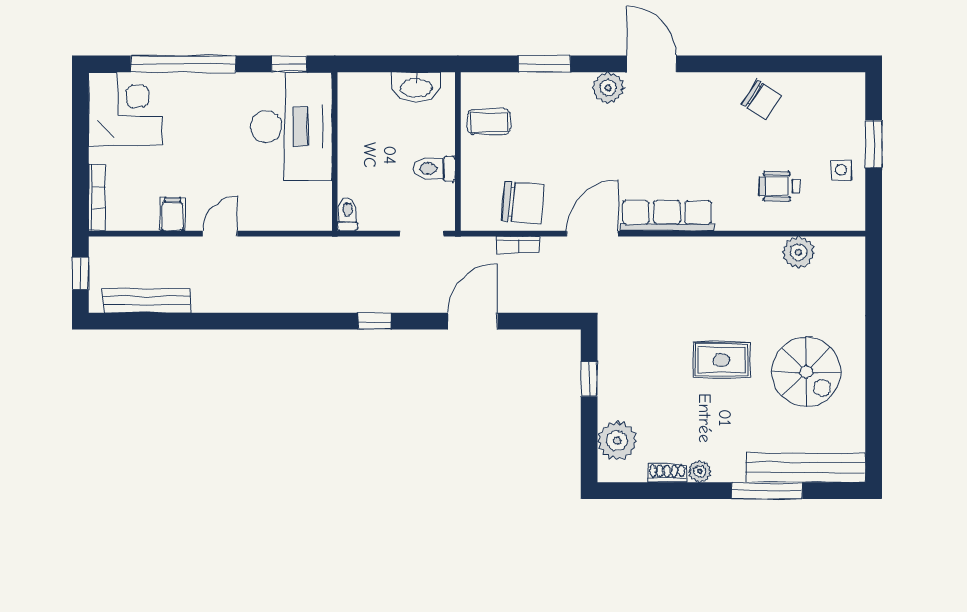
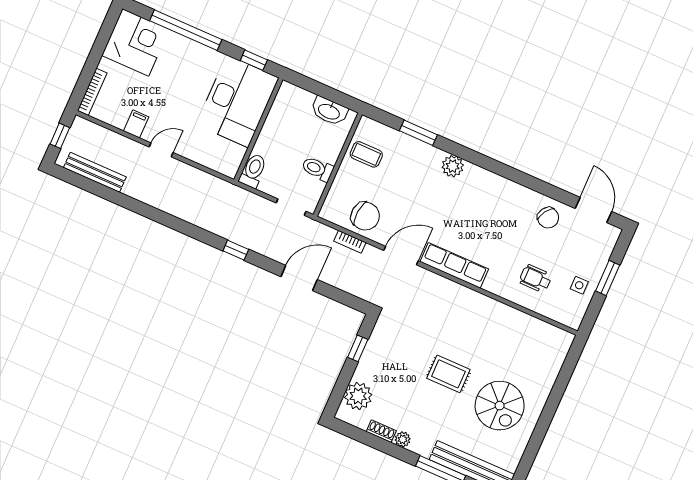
door: (652, 64) -> (594, 210), moved
toilet: (348, 214) -> (253, 171), width x1.37, depth x1.39
plant: (798, 252) -> (528, 326), removed

